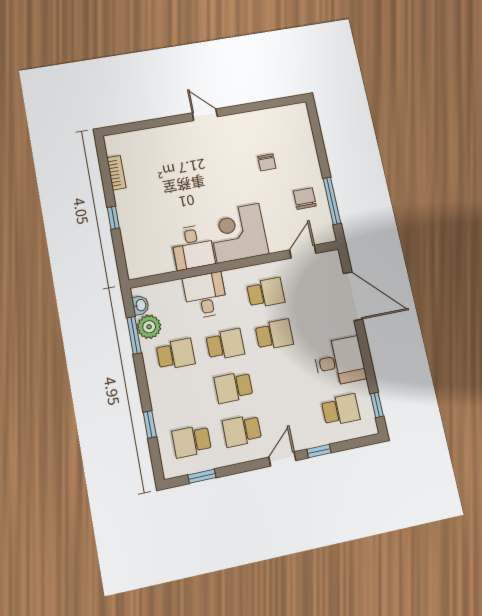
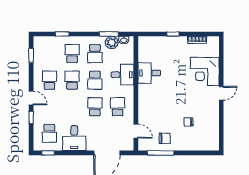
corner desk: (238, 233) -> (205, 71), moved, turned 180
school desk: (266, 293) -> (118, 107), turned 180
school desk: (274, 335) -> (95, 107), turned 180
school desk: (192, 441) -> (72, 54), moved

